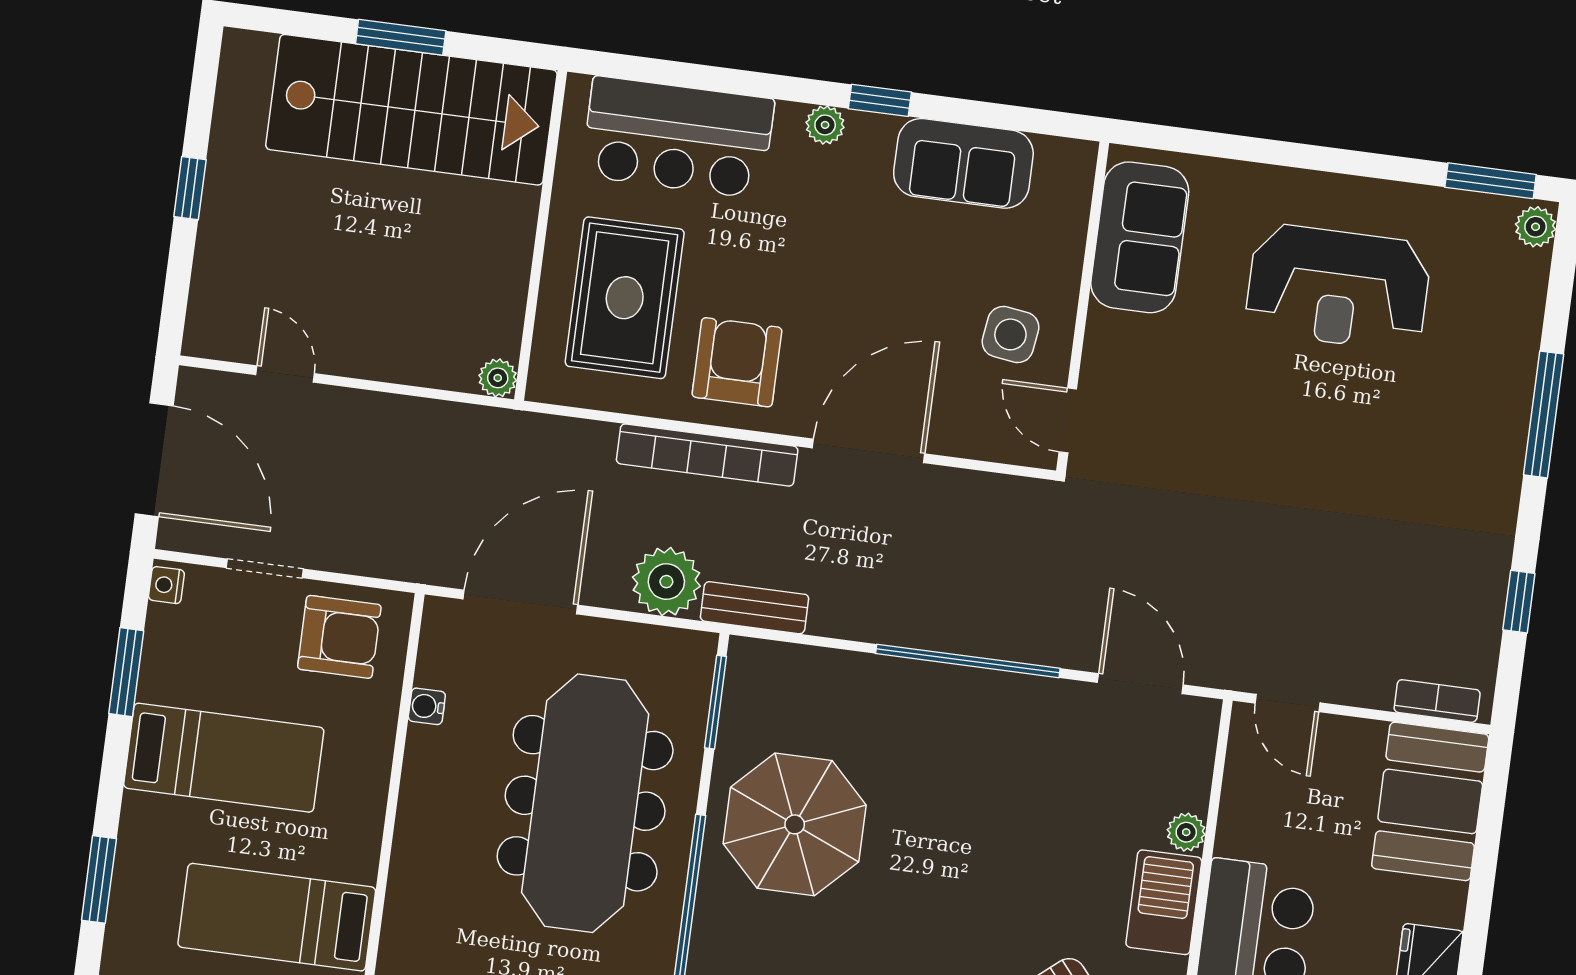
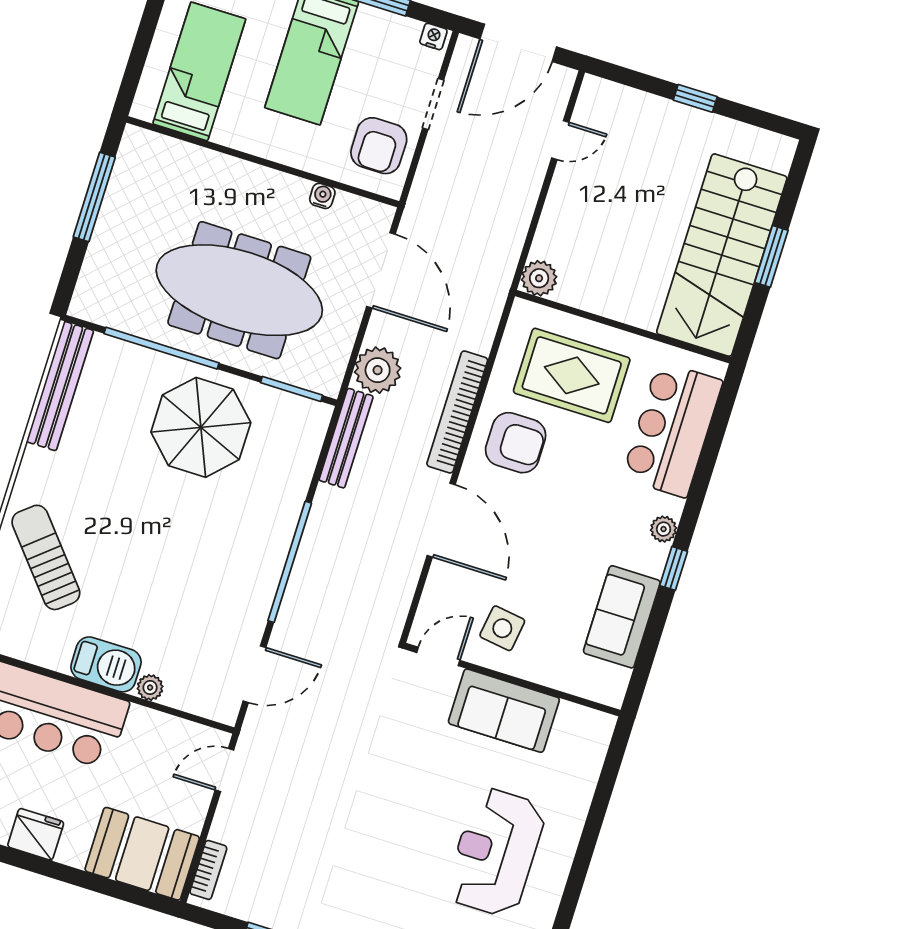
sofa: (1140, 237) -> (504, 711), moved
plant: (498, 378) -> (539, 278), width x1.38, depth x1.38
bench: (755, 608) -> (346, 438), width x1.36

